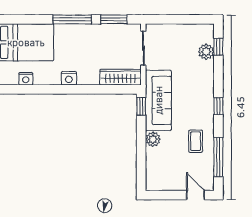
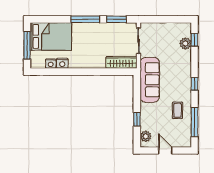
nightstand: (69, 78) -> (62, 63), moved
window: (141, 106) -> (137, 119), moved
plant: (153, 139) -> (146, 136), moved
door: (195, 195) -> (165, 151), moved

